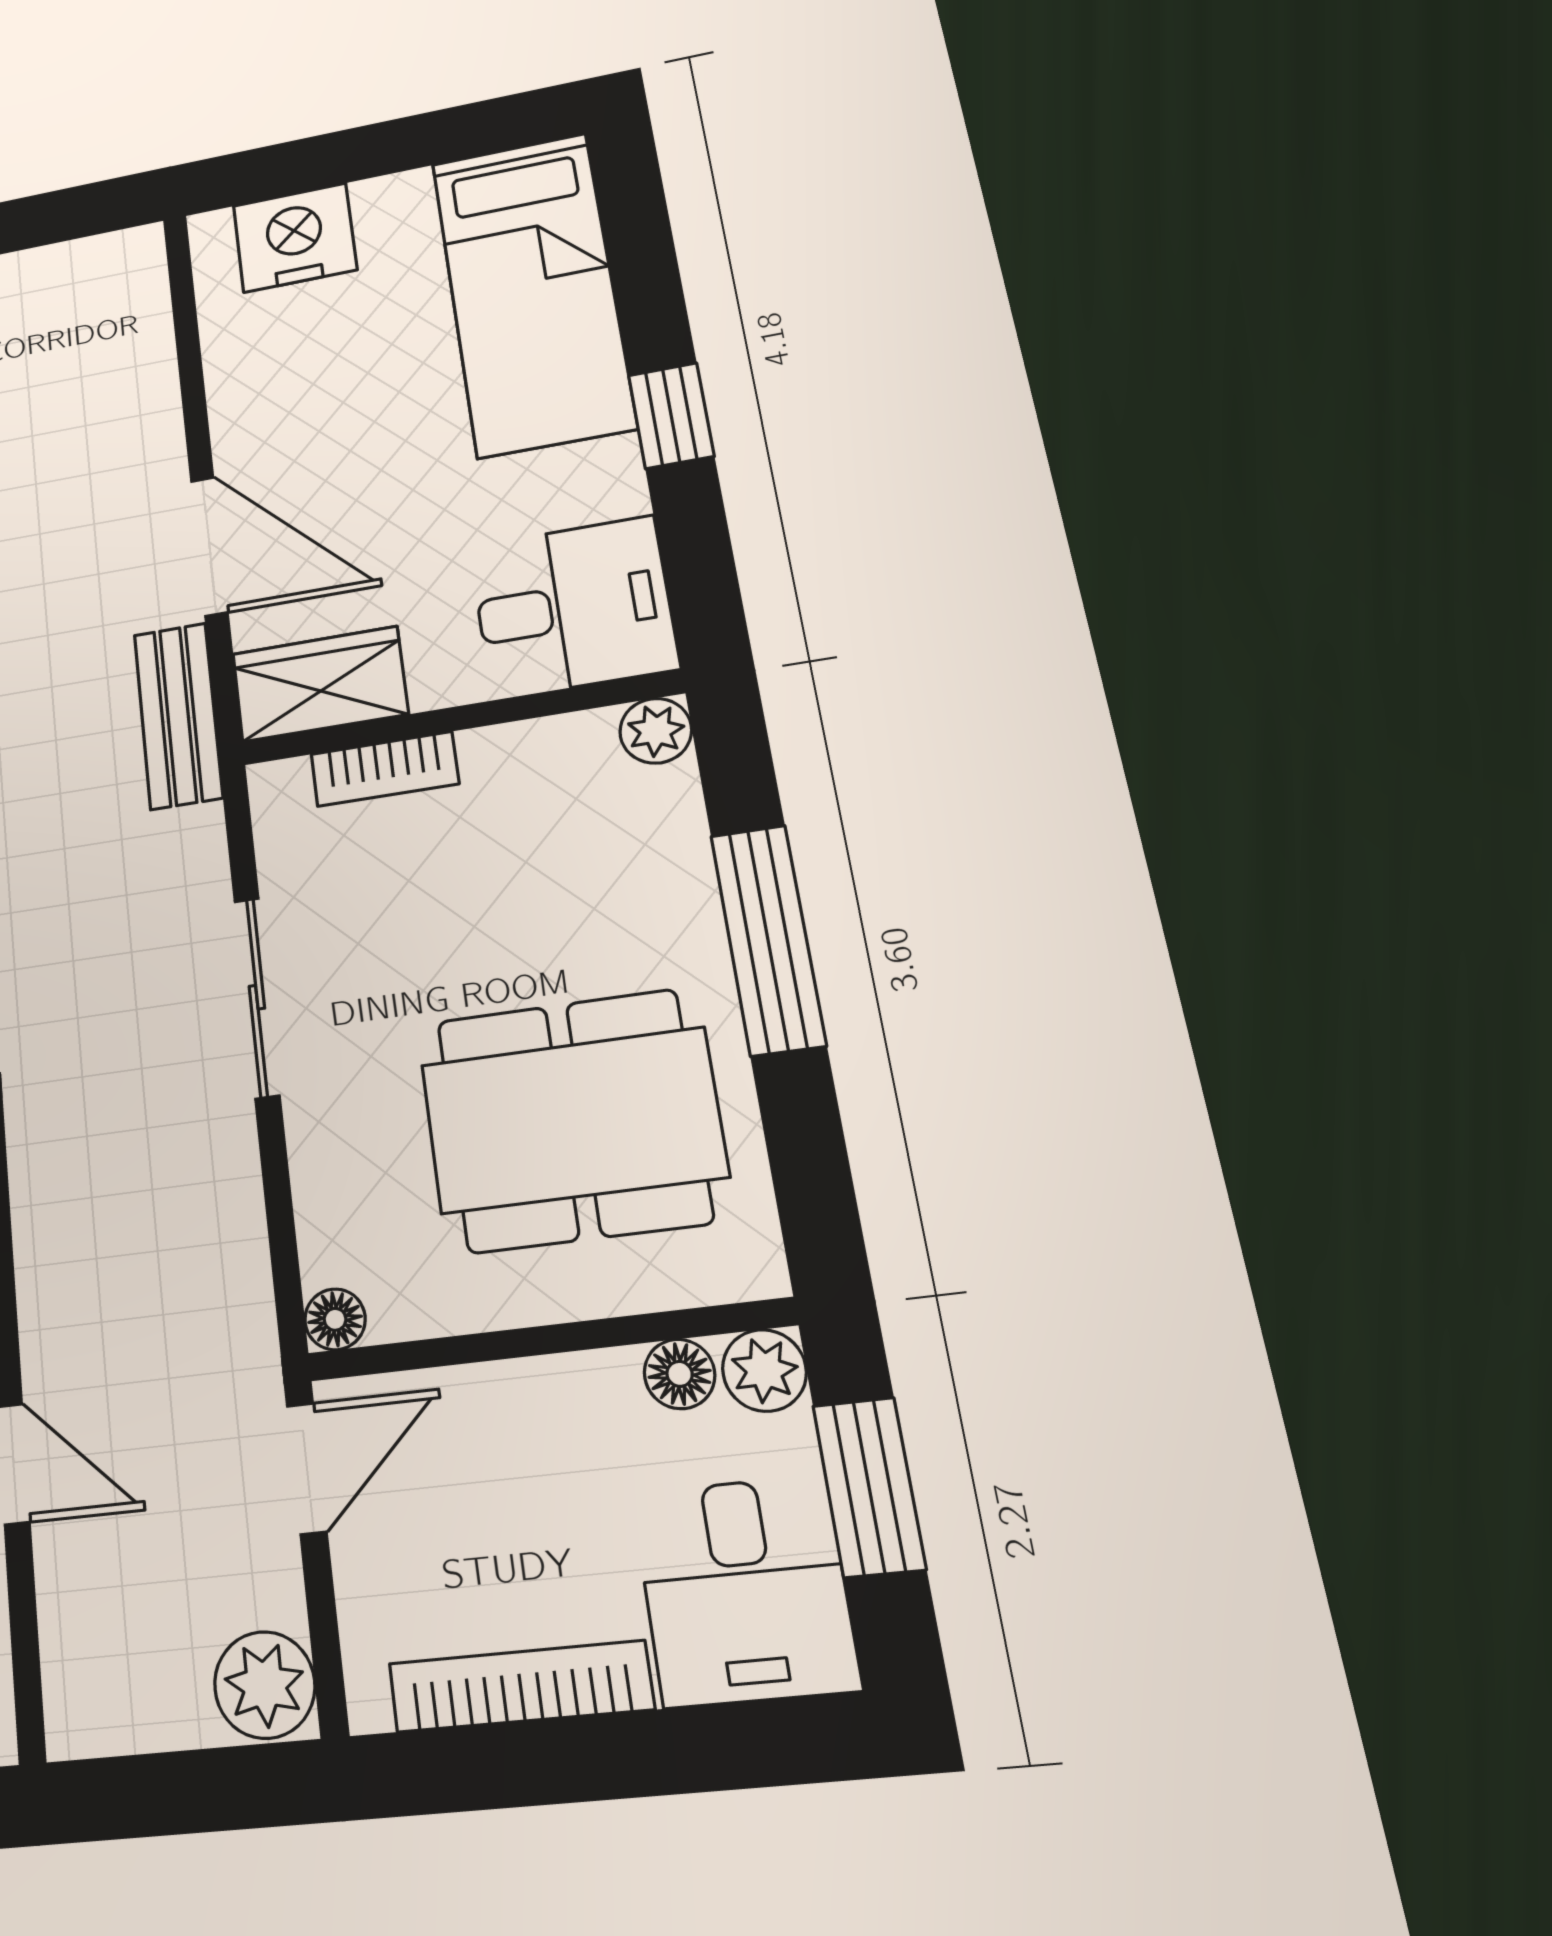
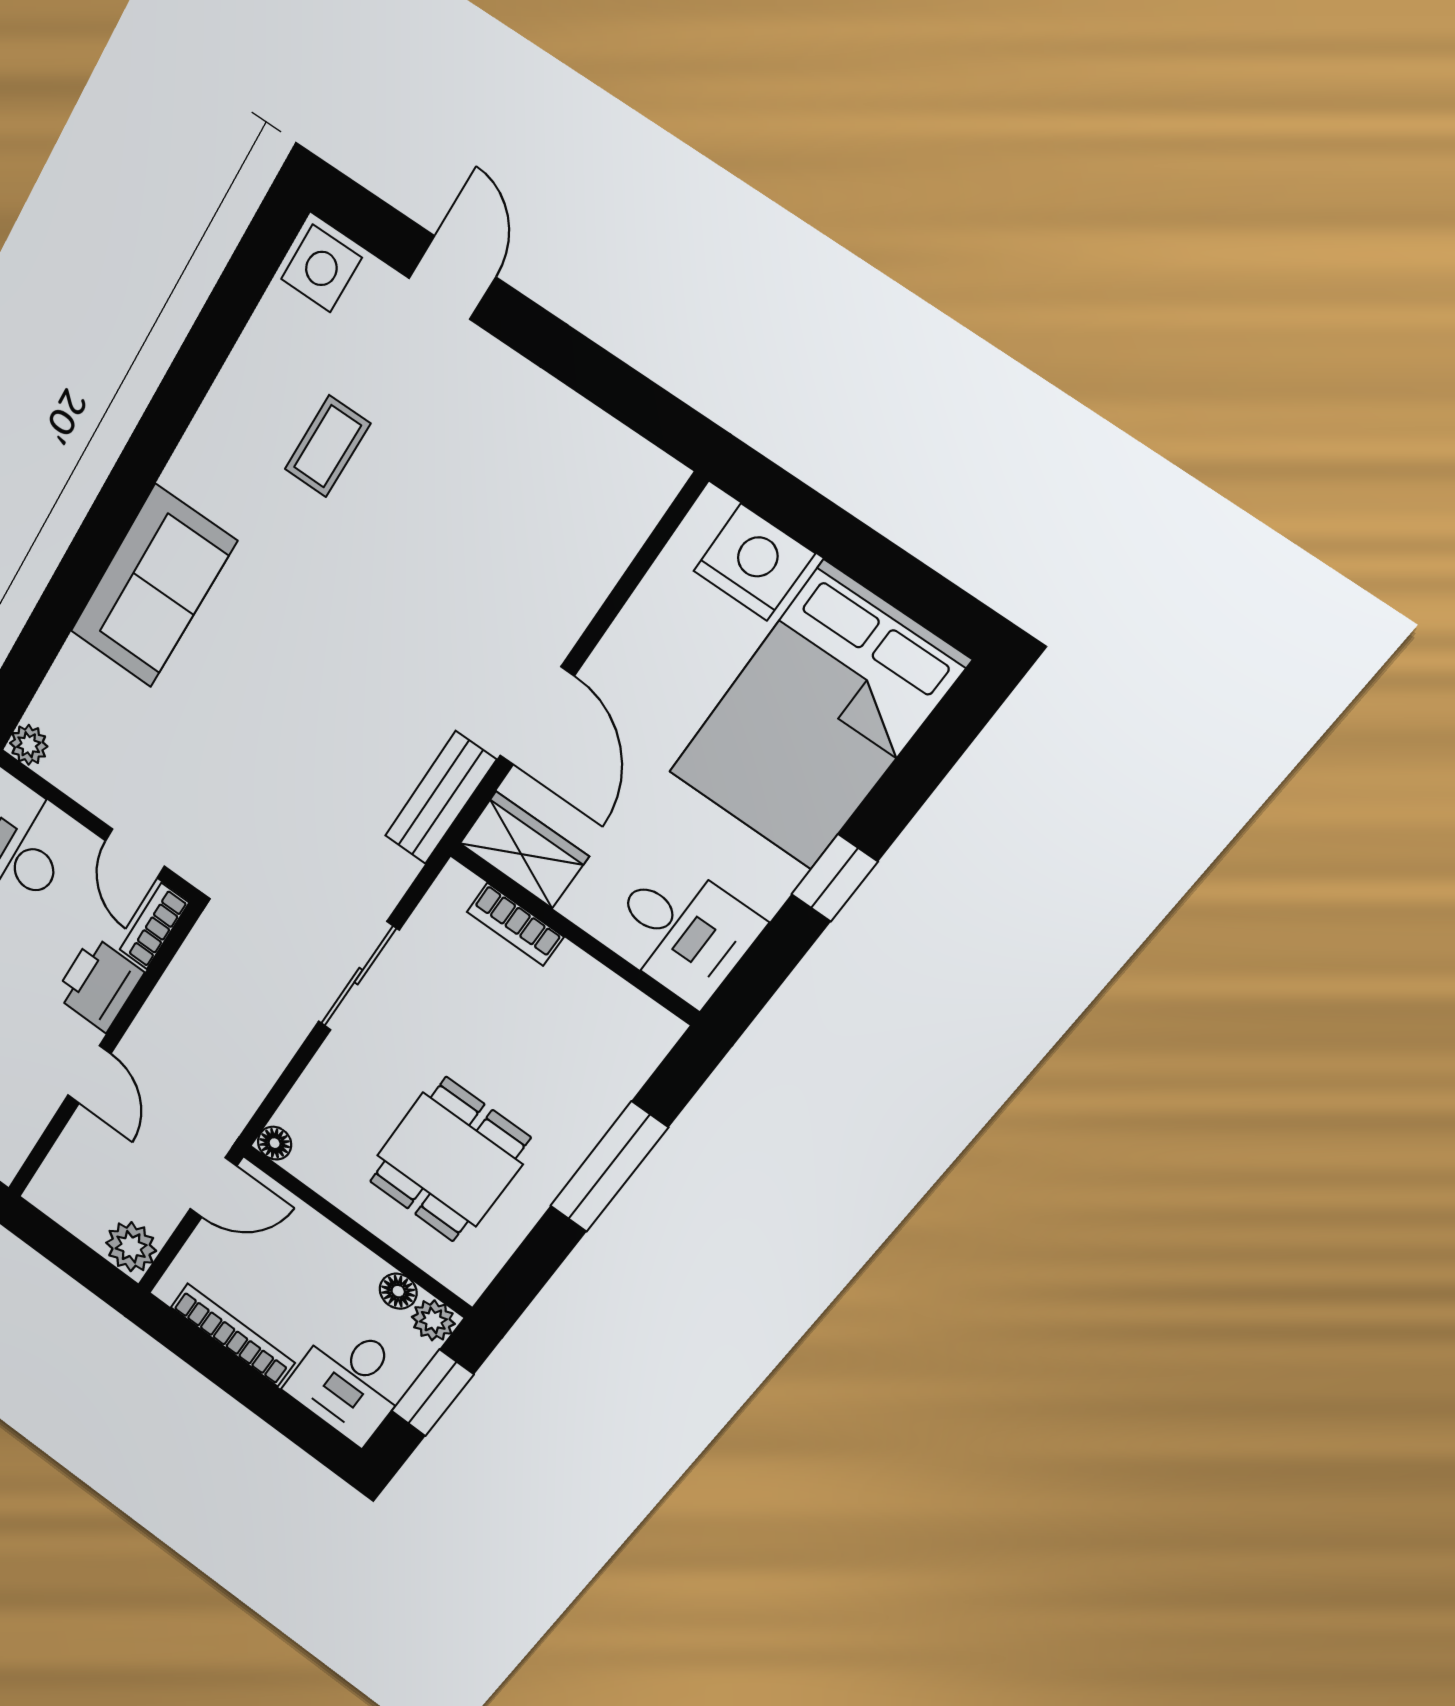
bed: (532, 293) -> (817, 717), width x1.50
plant: (656, 731) -> (658, 1030), removed
dining table: (573, 1120) -> (449, 1160), width x0.73

